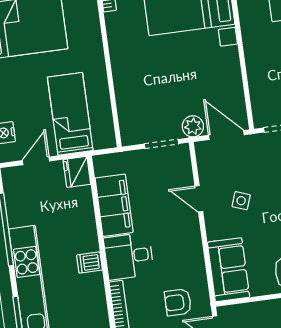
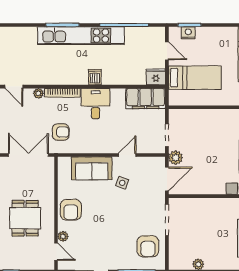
filing cabinet: (114, 205) -> (146, 98), moved
sofa: (228, 270) -> (92, 168), moved
armchair: (178, 302) -> (61, 132), turned 90

